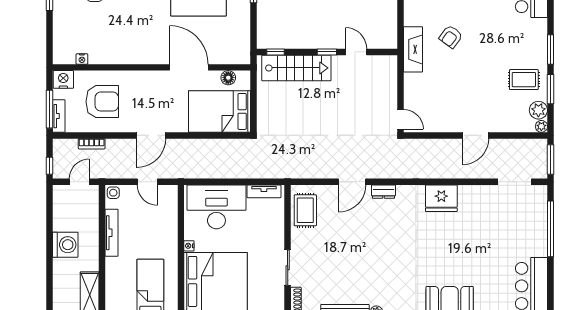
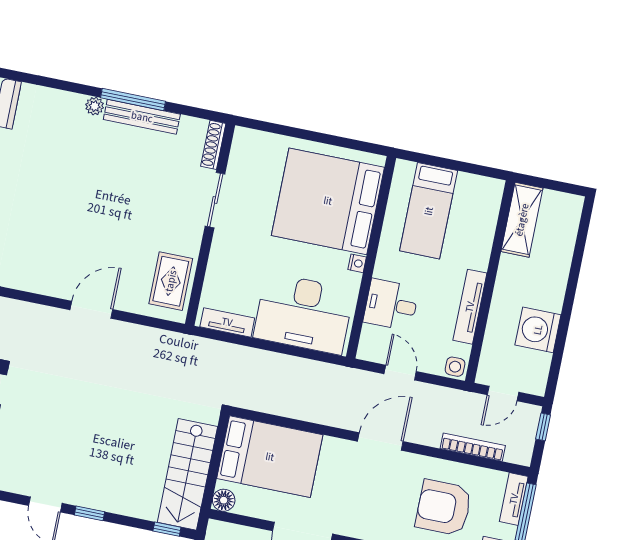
stairs: (296, 68) -> (187, 474), moved, turned -90
floor lamp: (228, 78) -> (224, 500), moved
bookcase: (92, 144) -> (473, 447), width x1.56
dresser: (383, 192) -> (47, 285), removed
desk: (162, 224) -> (391, 305), added
washing machine: (65, 245) -> (538, 330), moved

